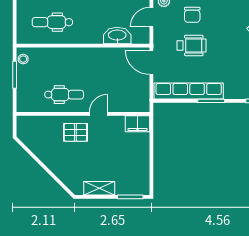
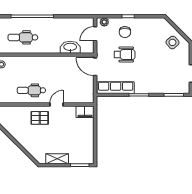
row of seats: (189, 91) -> (116, 88), width x0.73
dental chair: (64, 95) -> (31, 90), turned 180

